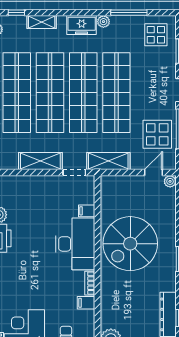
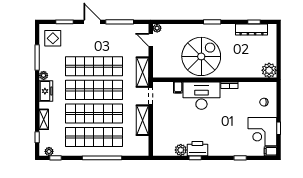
display table: (157, 134) -> (124, 37), removed
spiral stairs: (130, 244) -> (201, 56), turned -90
filing cabinet: (86, 303) -> (243, 88), removed

